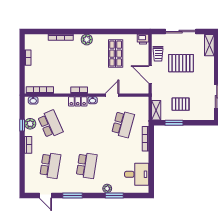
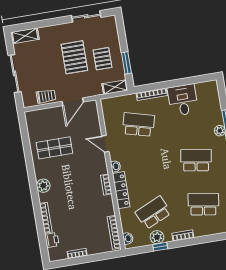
printer: (143, 39) -> (52, 240), moved
pallet: (181, 63) -> (74, 57), moved
locker: (78, 101) -> (121, 190), width x1.53
desk: (137, 174) -> (183, 100), moved

